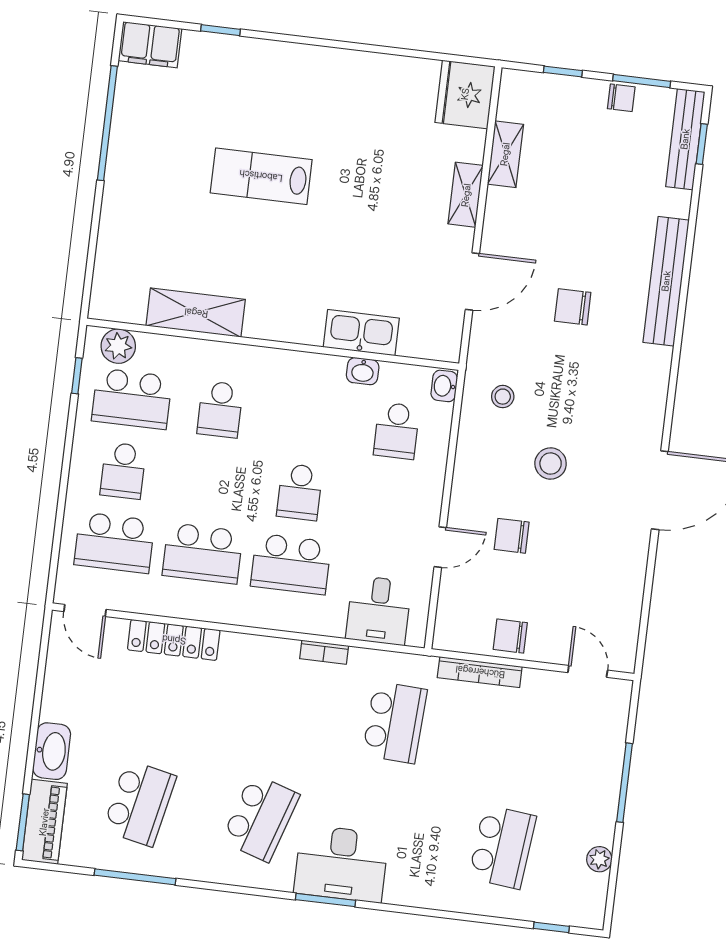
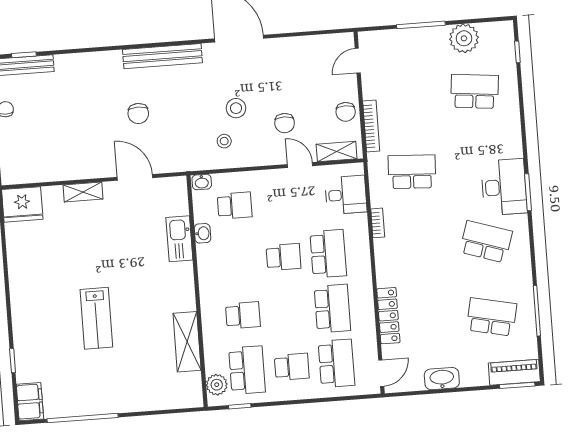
shelving: (505, 154) -> (337, 151), moved
bench: (666, 281) -> (162, 56), moved
stool: (503, 397) -> (224, 141), moved
washbasin: (52, 751) -> (442, 379), moved
plant: (599, 859) -> (464, 38), width x1.87, depth x1.87

